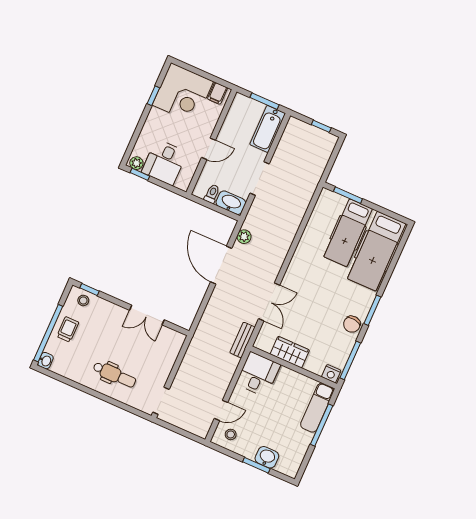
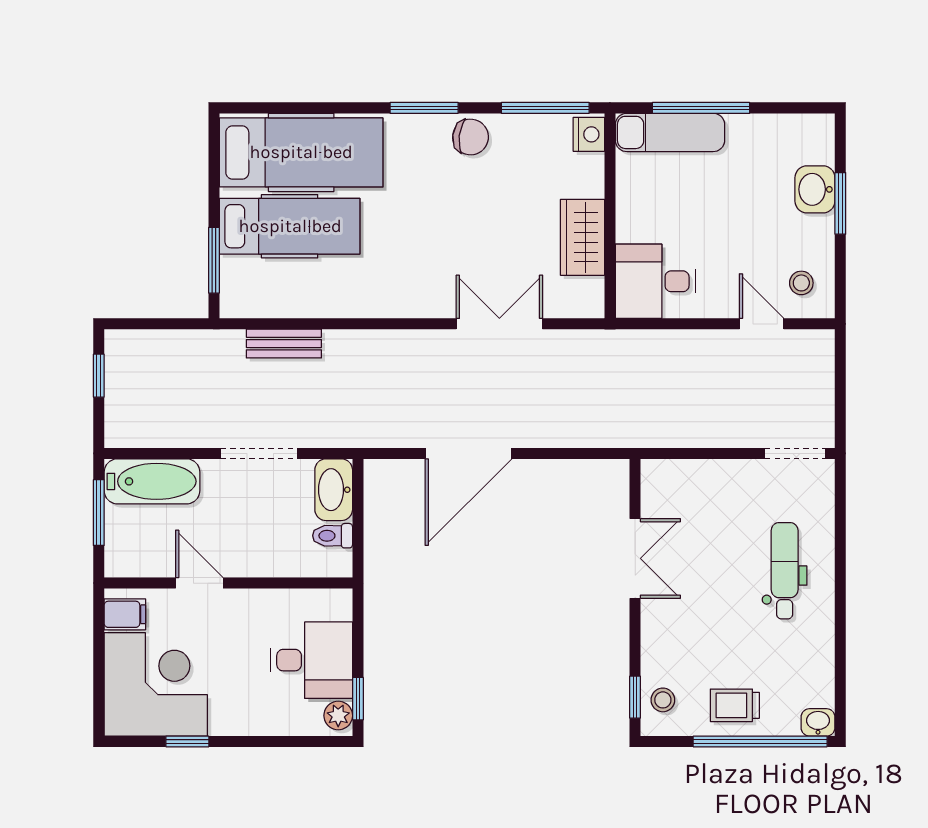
door: (208, 149) -> (199, 583), moved
plant: (244, 237) -> (390, 433), removed
bench: (242, 340) -> (284, 344), moved

